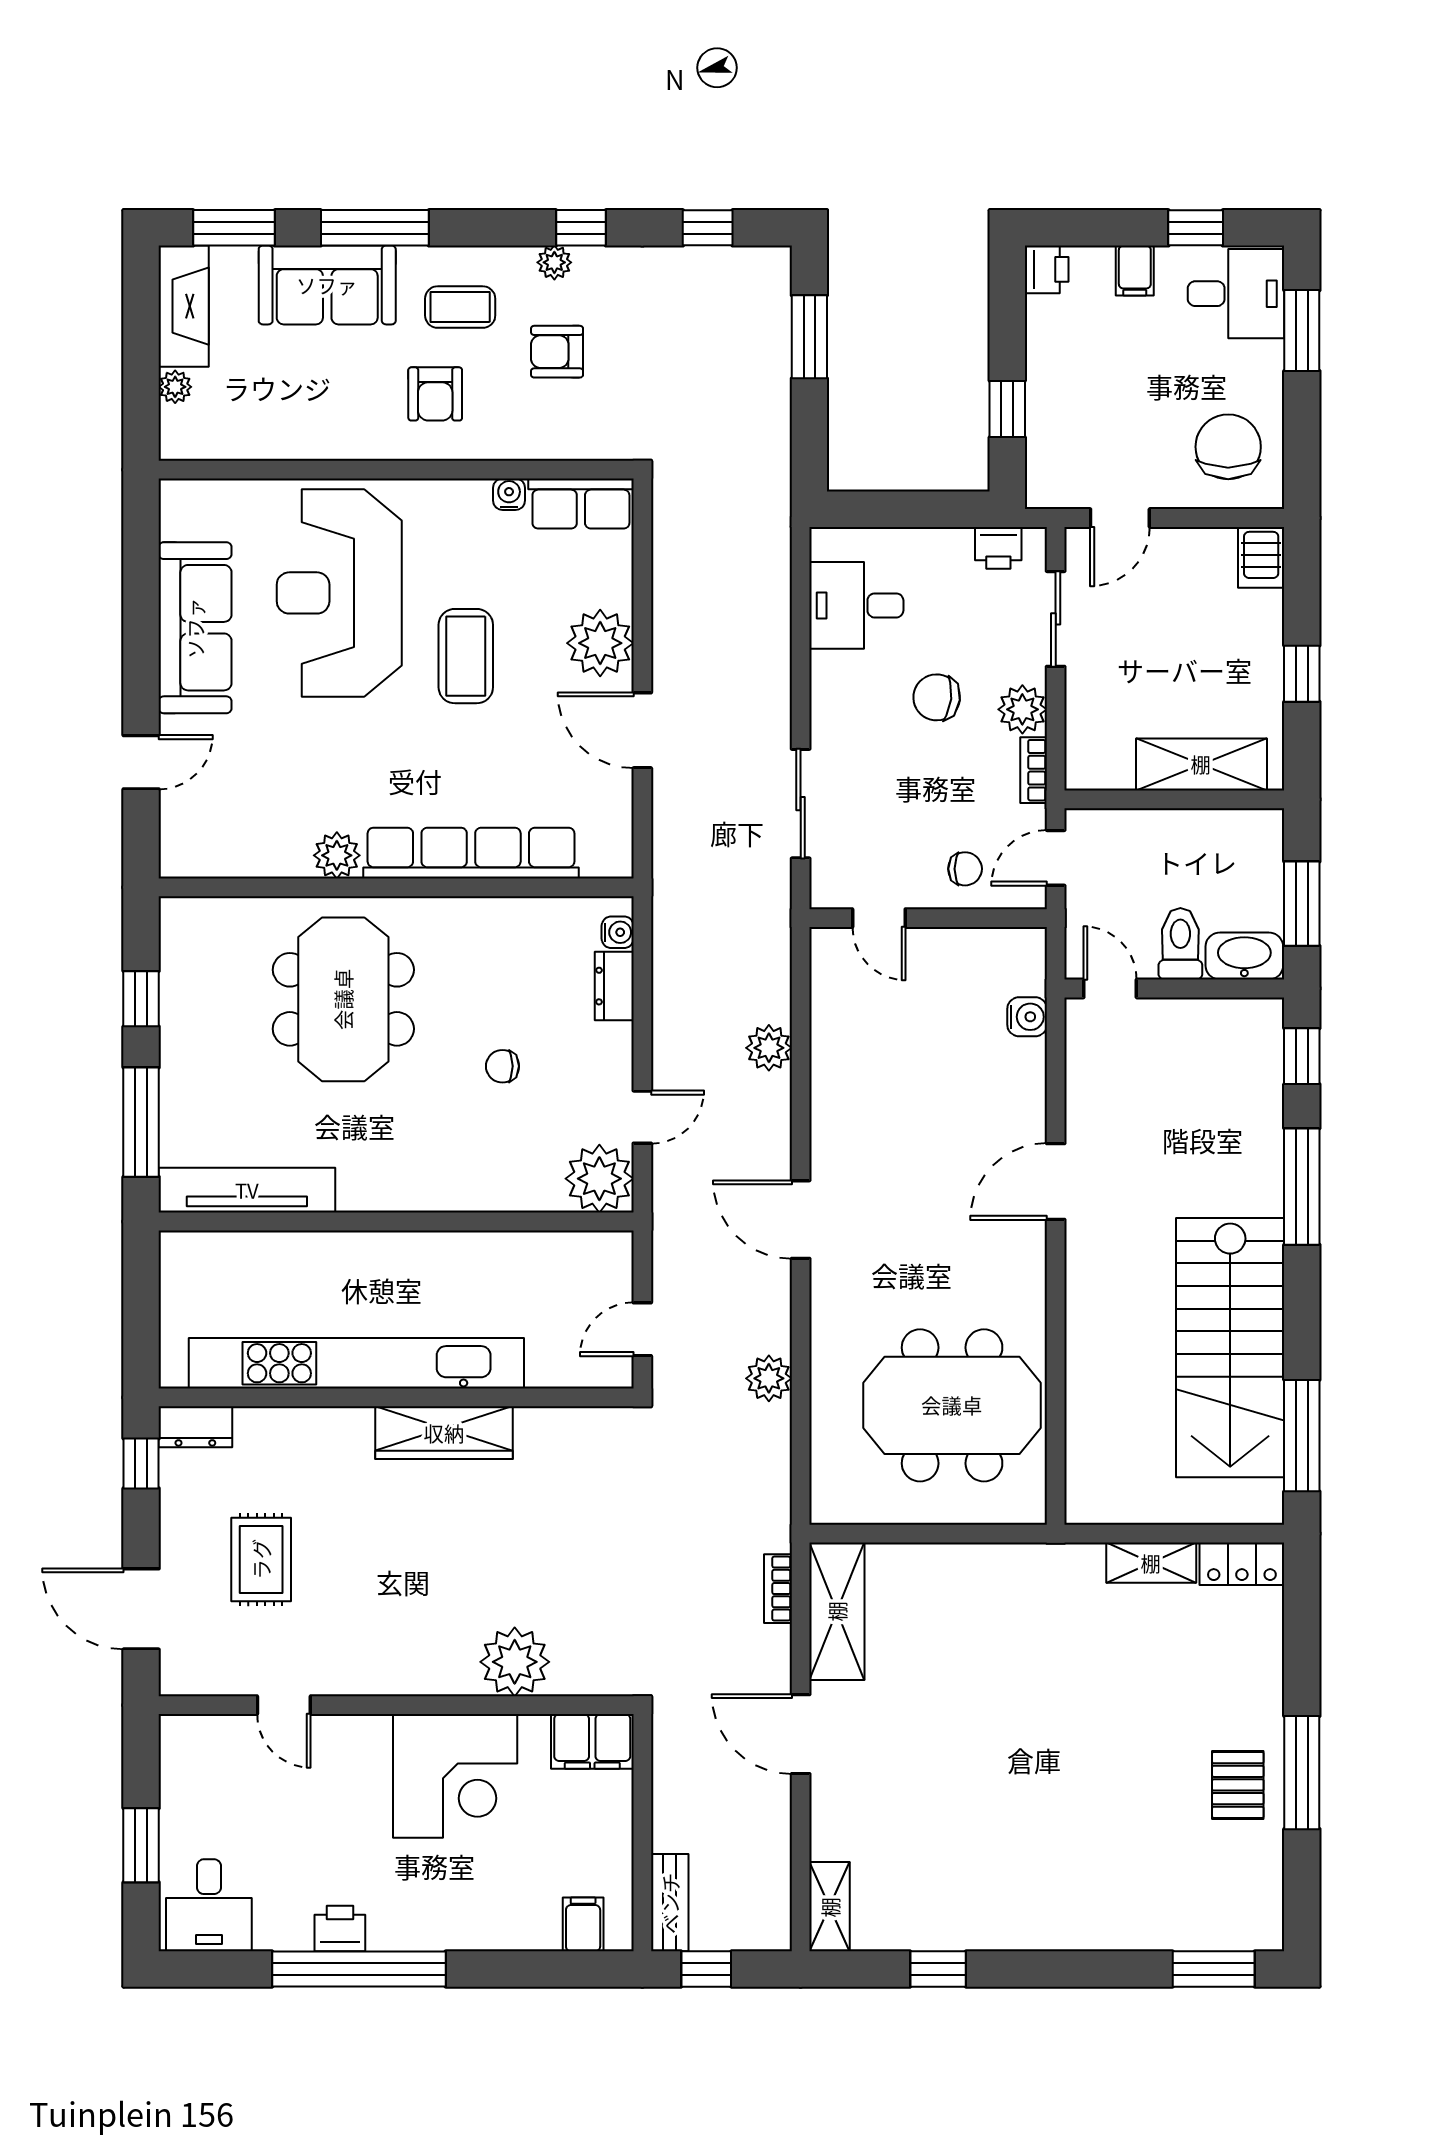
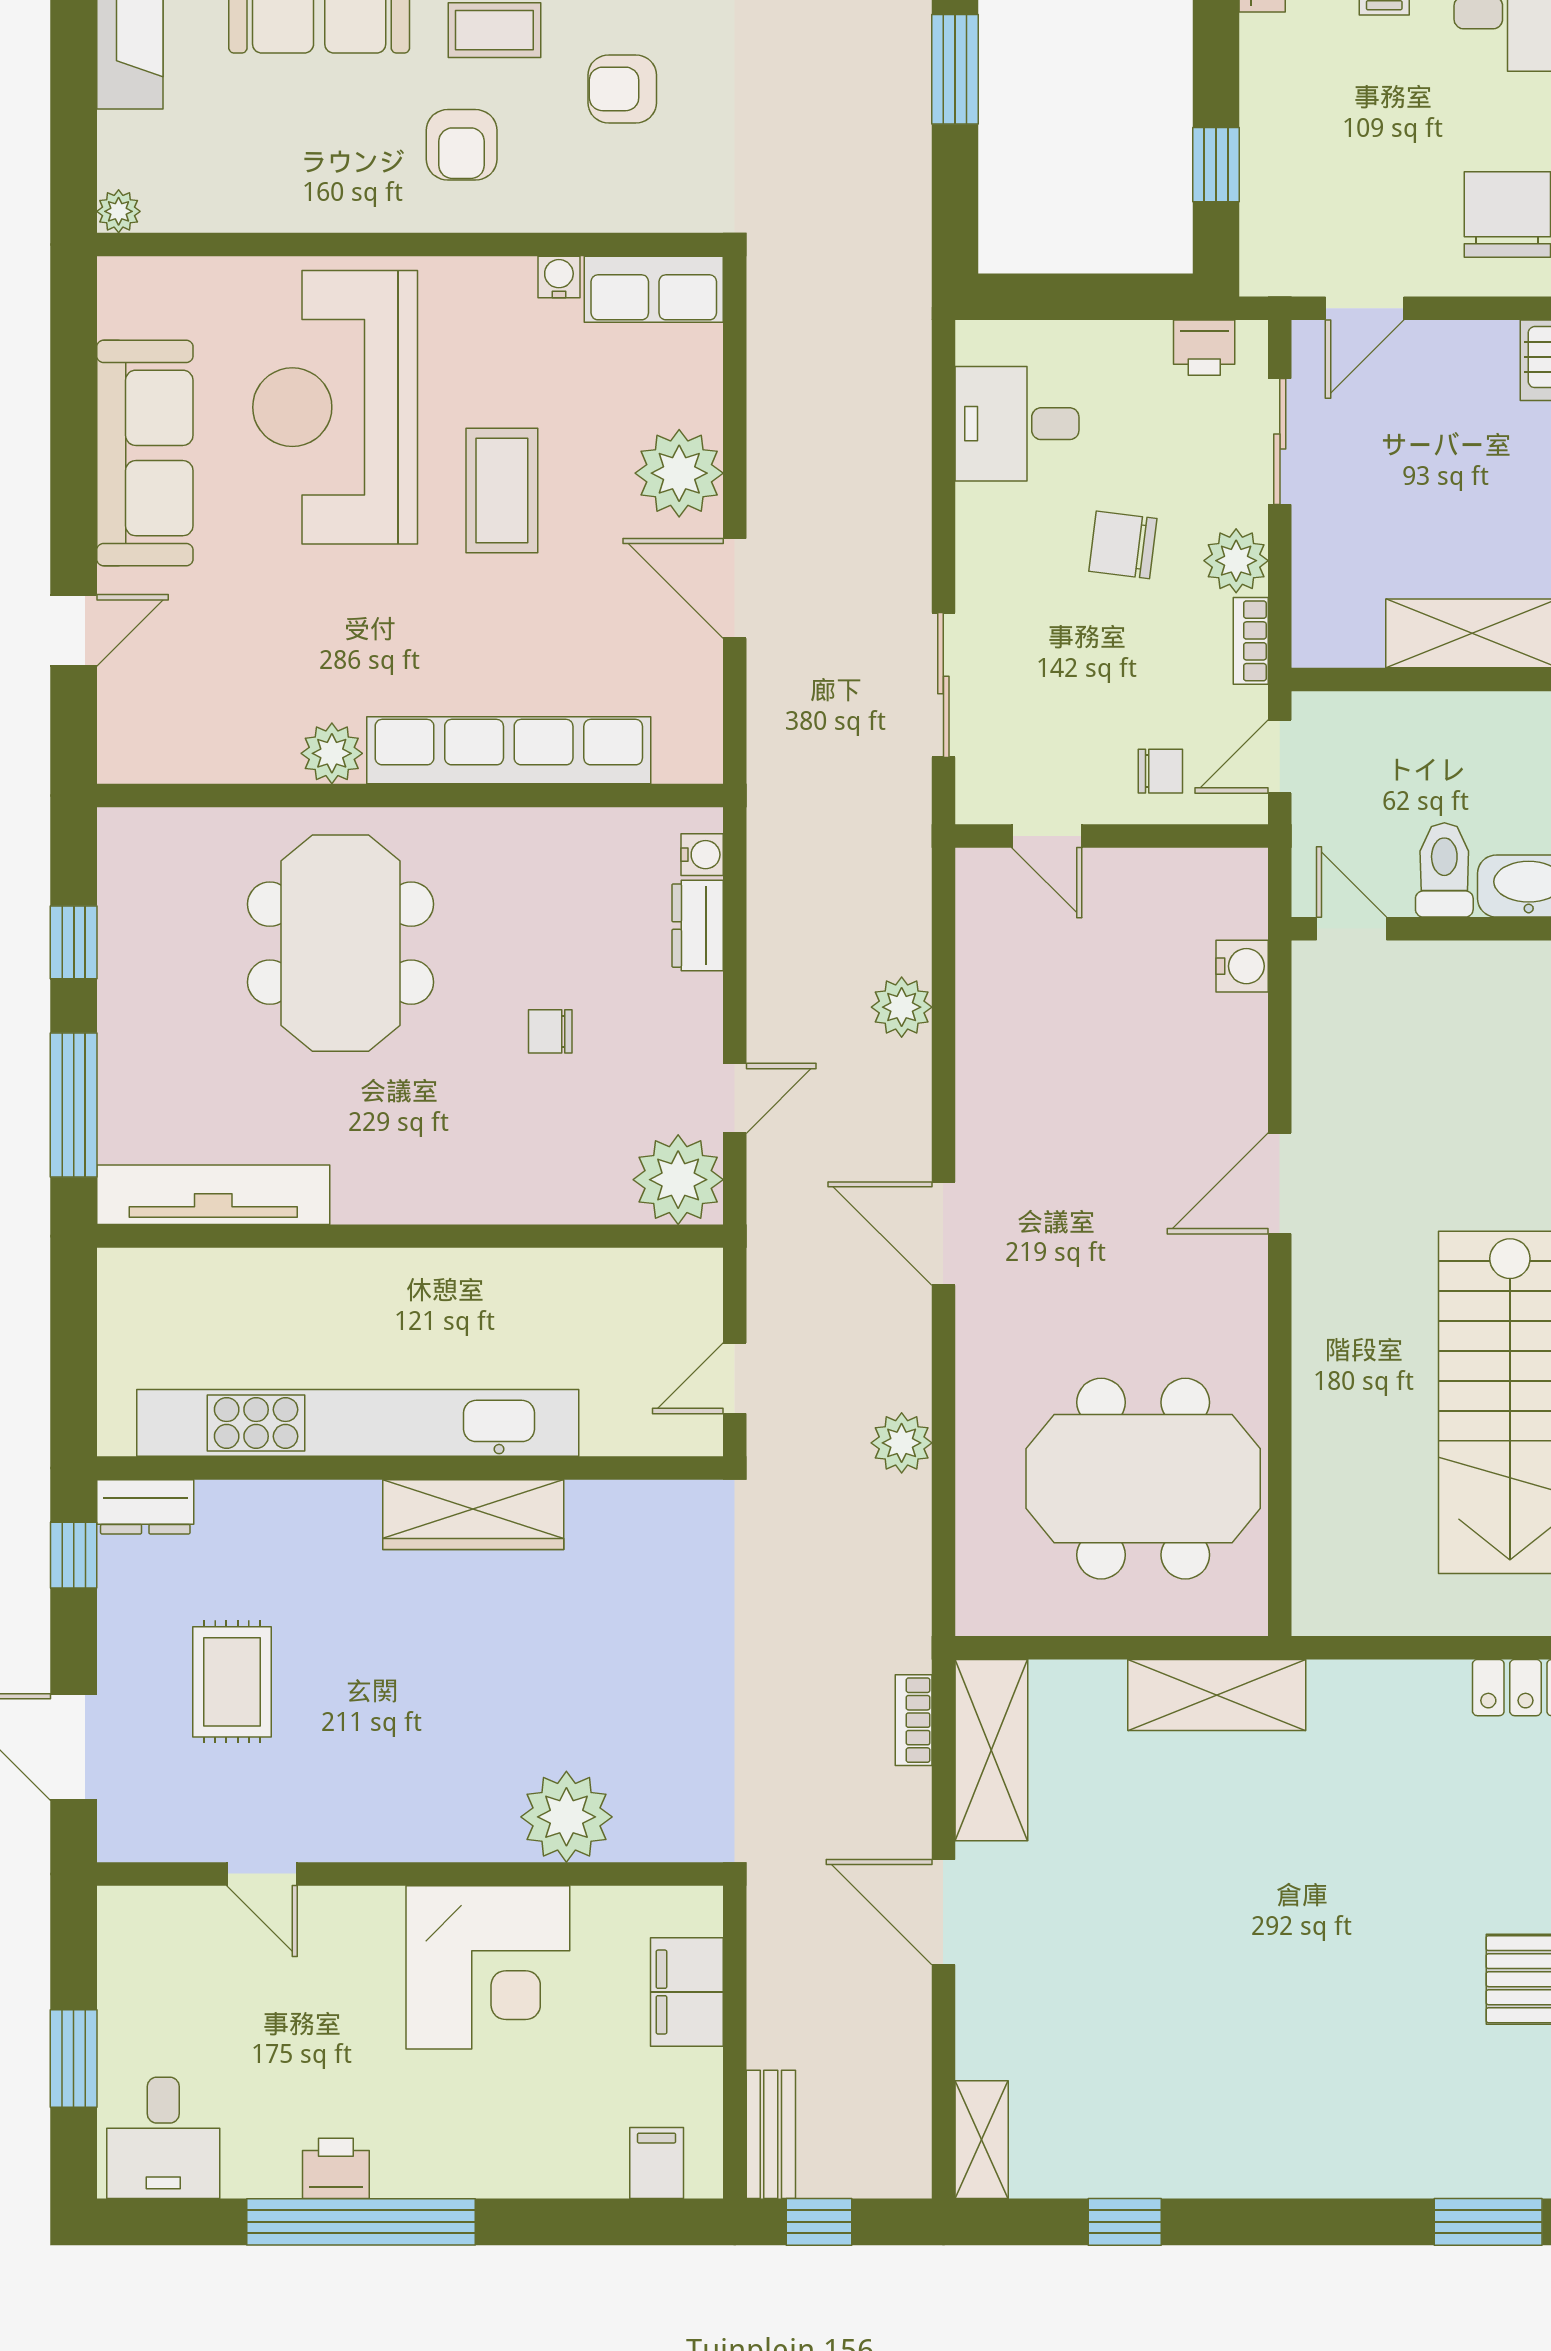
plant: (175, 387) -> (119, 211), moved
shelving: (1151, 1563) -> (1217, 1695), moved, width x1.50, depth x1.33
filing cabinet: (592, 1741) -> (687, 1992), moved, turned 90

